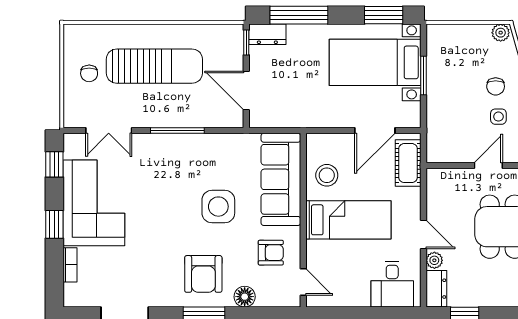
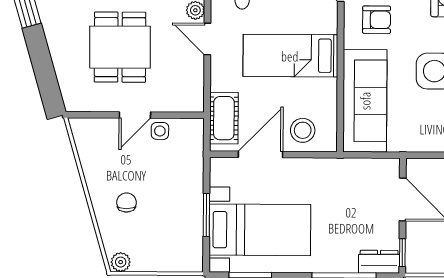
side table: (498, 117) -> (160, 131), moved
stool: (327, 175) -> (303, 130), moved
armchair: (271, 253) -> (377, 20), turned 180

